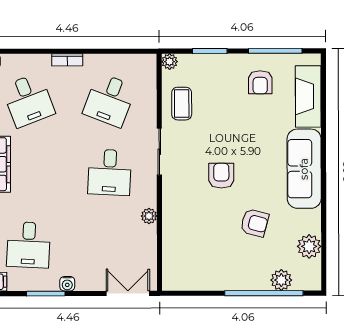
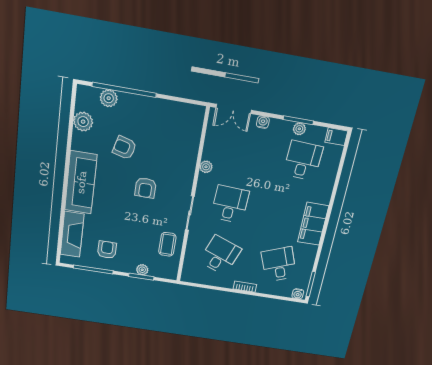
plant: (170, 62) -> (142, 270), moved
plant: (42, 283) -> (299, 129), added
water cooler: (67, 284) -> (263, 122), moved

